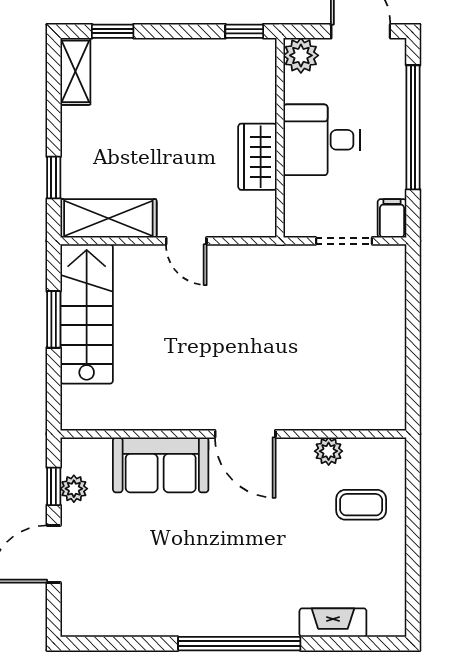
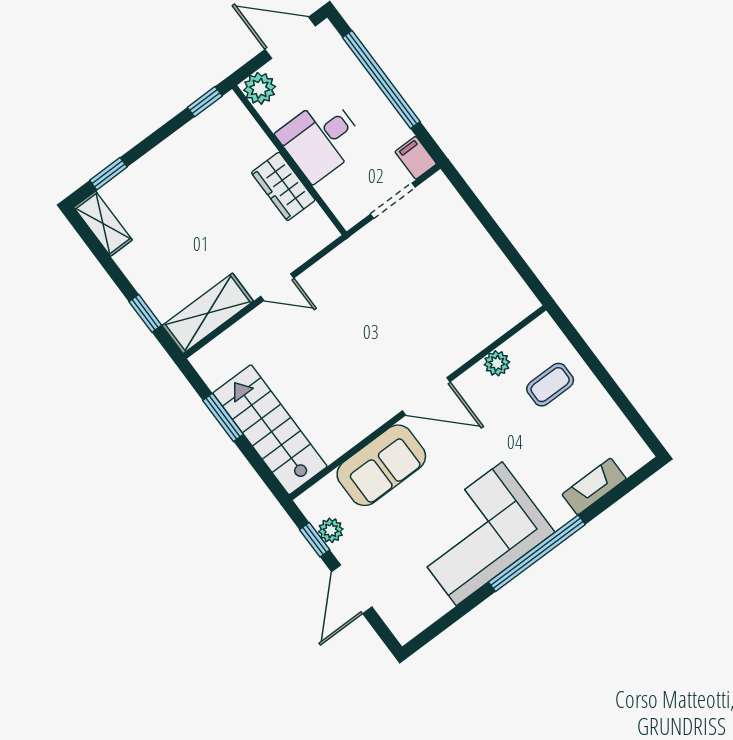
stairs: (87, 314) -> (270, 430), moved
corner sofa: (202, 589) -> (479, 534), added

